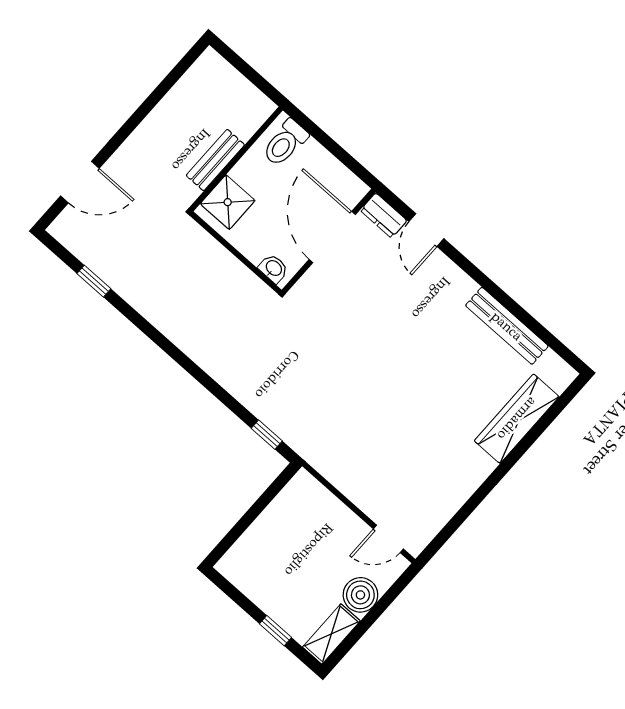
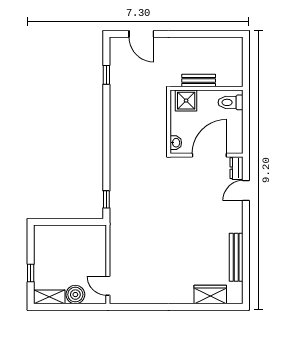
wardrobe: (517, 419) -> (210, 294), width x0.67

